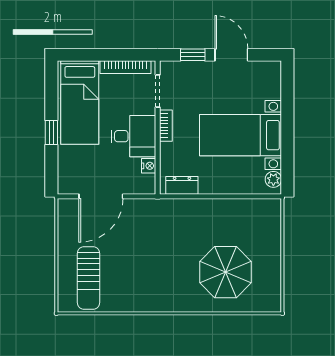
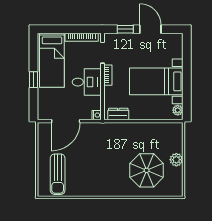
nightstand: (149, 166) -> (97, 115), moved
plant: (271, 256) -> (176, 160), added

